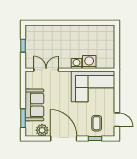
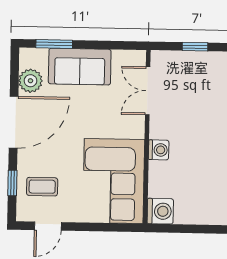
washing machine: (89, 62) -> (160, 211), moved
double door: (46, 70) -> (148, 91), swing flipped

